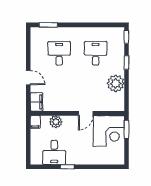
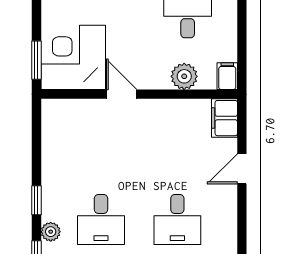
door: (28, 78) -> (242, 169), hinge flipped
plant: (116, 83) -> (51, 232), moved, width x0.53, depth x0.53
door: (86, 113) -> (122, 94), hinge flipped

